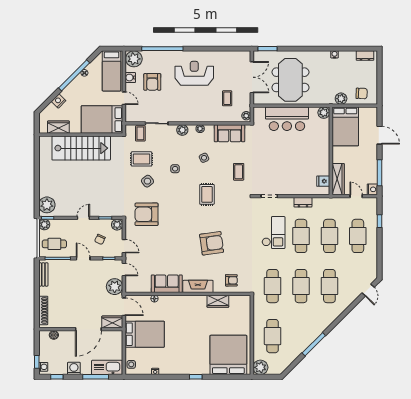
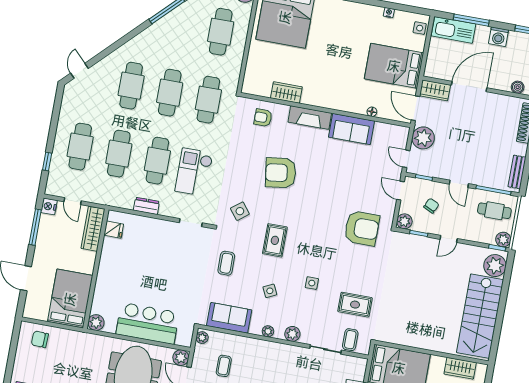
plant: (341, 99) -> (181, 358), moved
stairs: (81, 148) -> (480, 316), moved, turned -90
side table: (147, 181) -> (240, 211), moved

